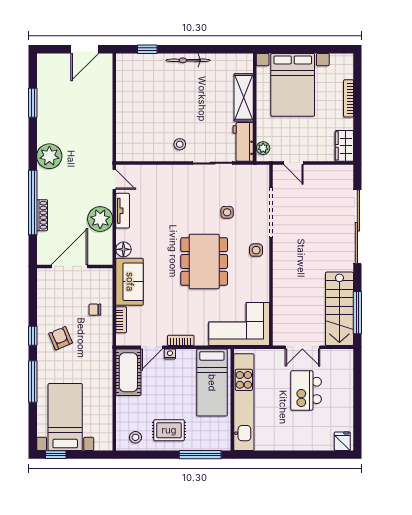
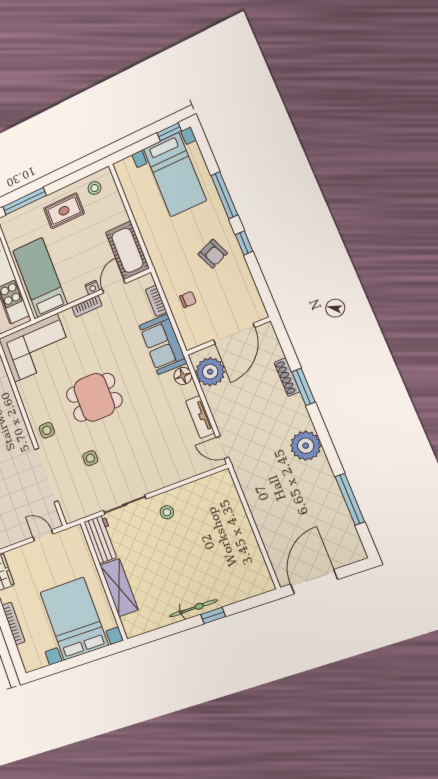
door: (85, 49) -> (314, 582), width x1.36
window: (147, 49) -> (213, 616), moved
window: (33, 103) -> (350, 499), width x1.44
plant: (263, 148) -> (79, 540), removed
window: (33, 203) -> (303, 387), width x0.47
plant: (100, 219) -> (210, 372), moved
dining table: (204, 261) -> (94, 397), width x0.73

